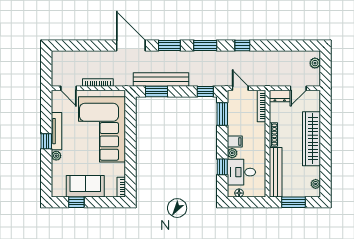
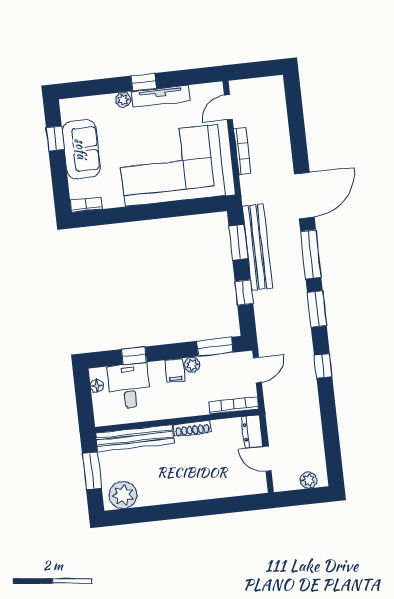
window: (169, 46) -> (311, 254), width x1.44
window: (205, 91) -> (244, 293), moved
wardrobe: (312, 139) -> (192, 488), removed
plant: (232, 153) -> (192, 365), moved
plant: (316, 184) -> (123, 495), width x1.87, depth x1.87

